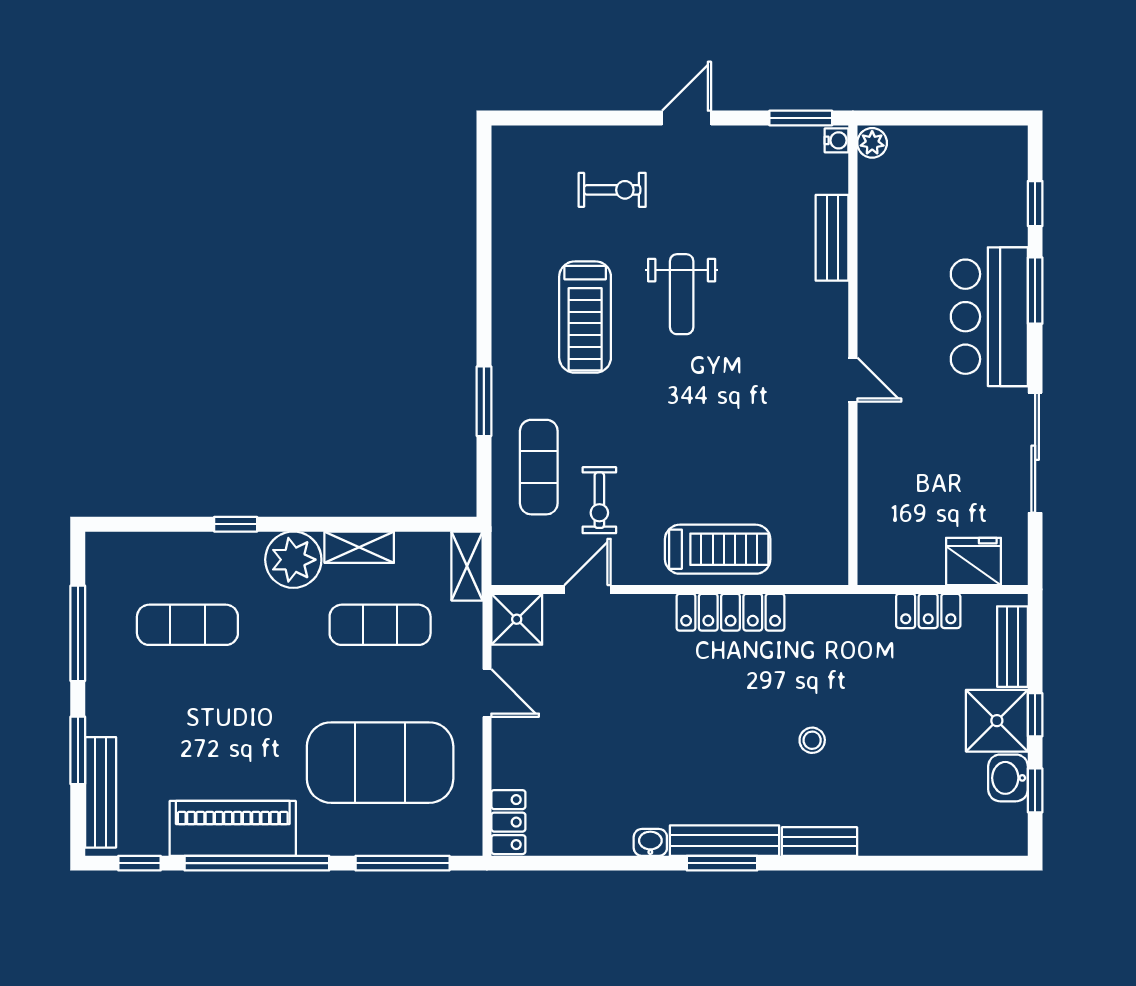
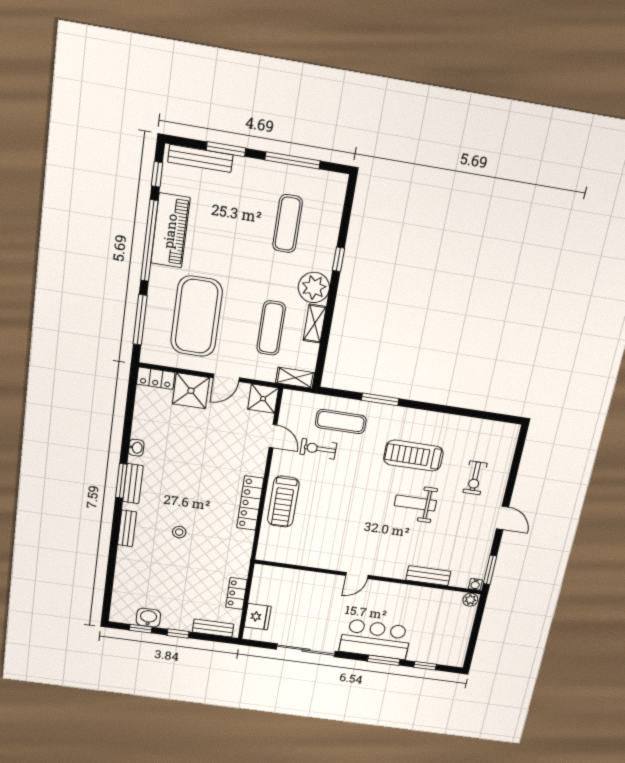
shower: (997, 721) -> (191, 391), moved
bench: (724, 841) -> (133, 484), width x0.73

